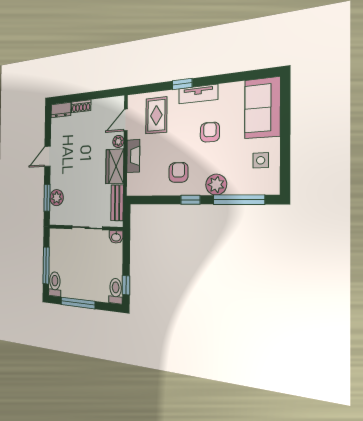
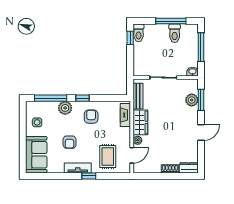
fireplace: (133, 156) -> (125, 115), moved
armchair: (178, 172) -> (91, 117), turned 180
washbasin: (116, 237) -> (192, 72), moved
toilet: (55, 284) -> (175, 33), moved

